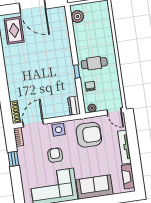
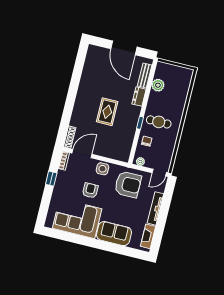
plant: (78, 16) -> (158, 85), moved
bench: (63, 24) -> (145, 75), added
rug: (14, 30) -> (107, 112), moved
dresser: (74, 106) -> (139, 97), moved
door: (114, 111) -> (159, 173), hinge flipped

